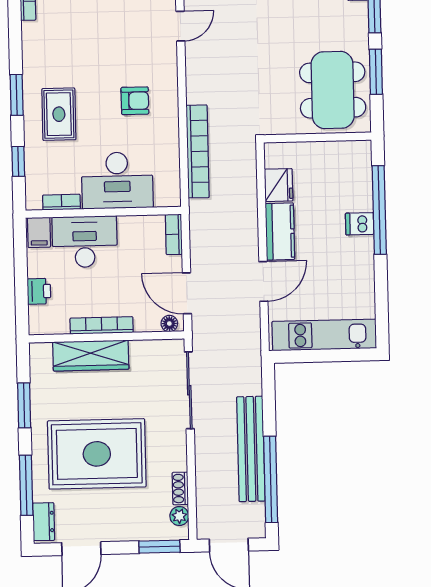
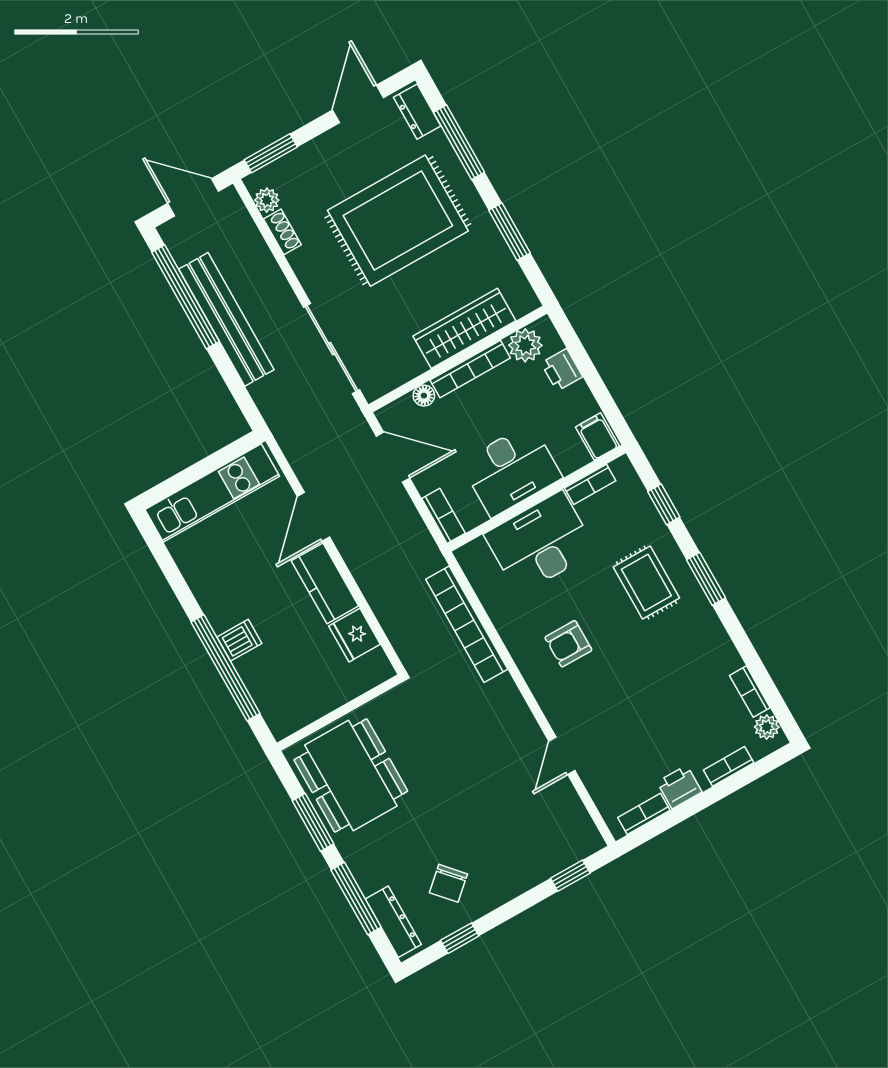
desk: (85, 242) -> (511, 470), moved
plant: (55, 321) -> (525, 345), added
floor lamp: (169, 324) -> (424, 396), moved

